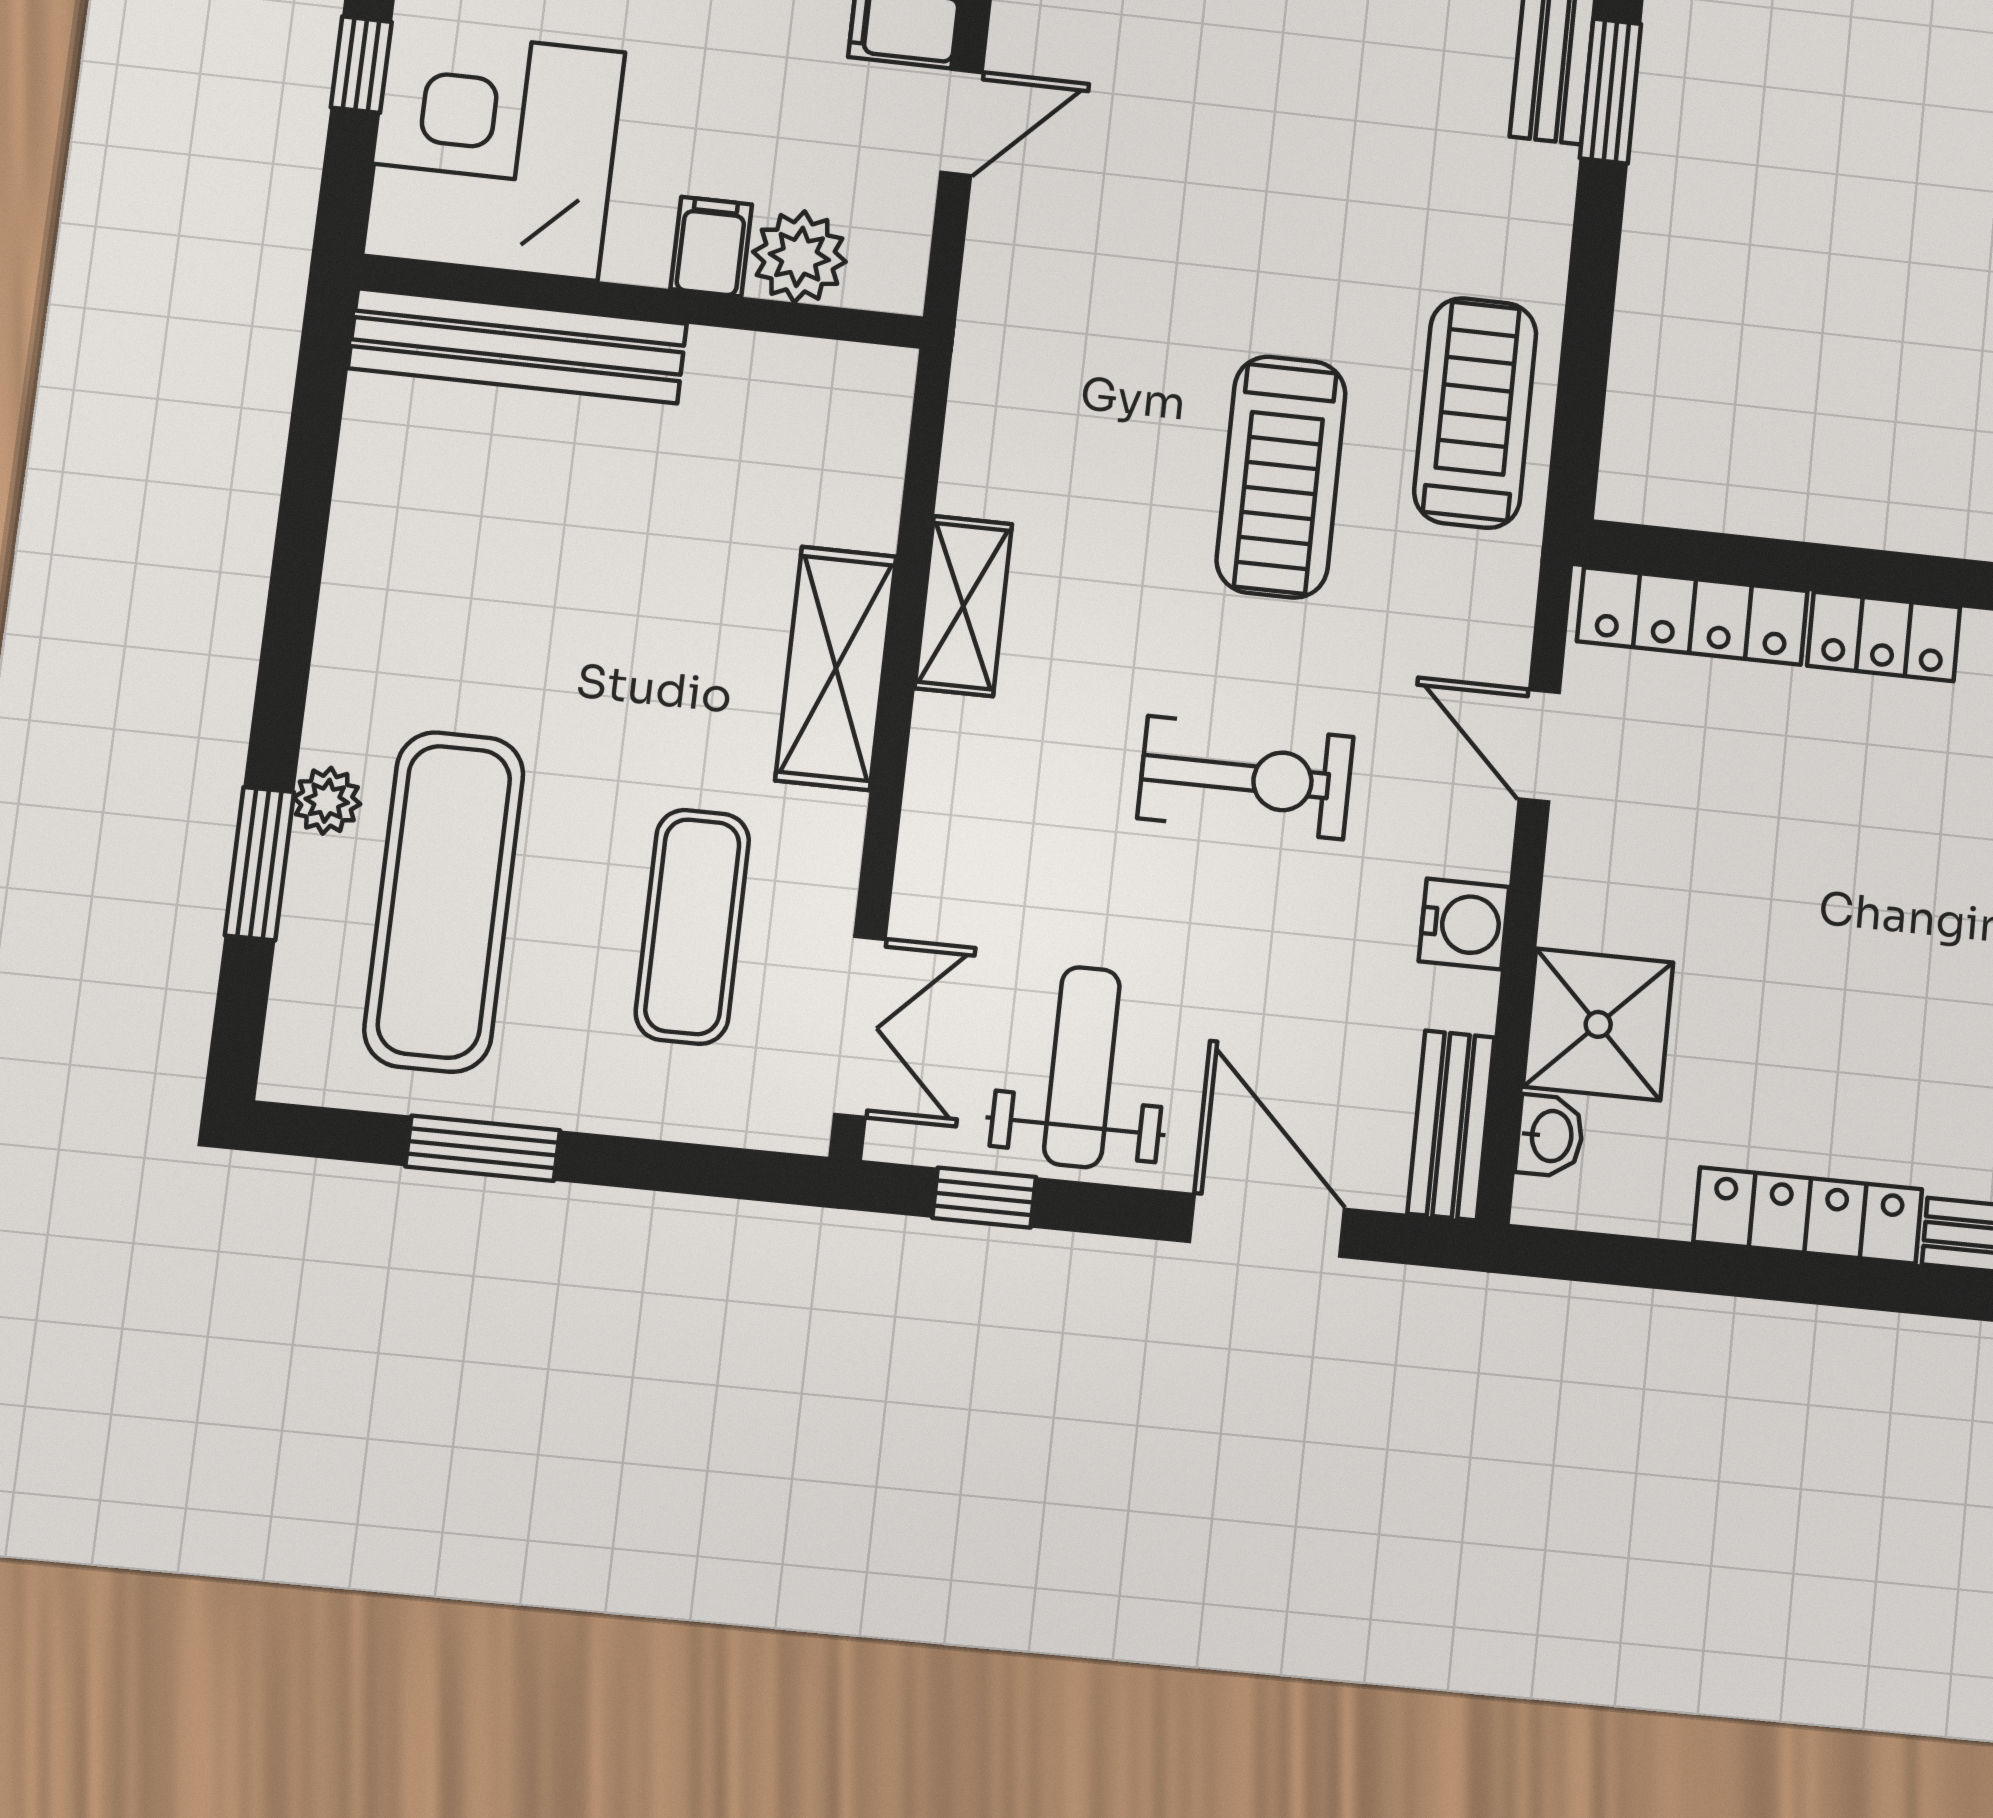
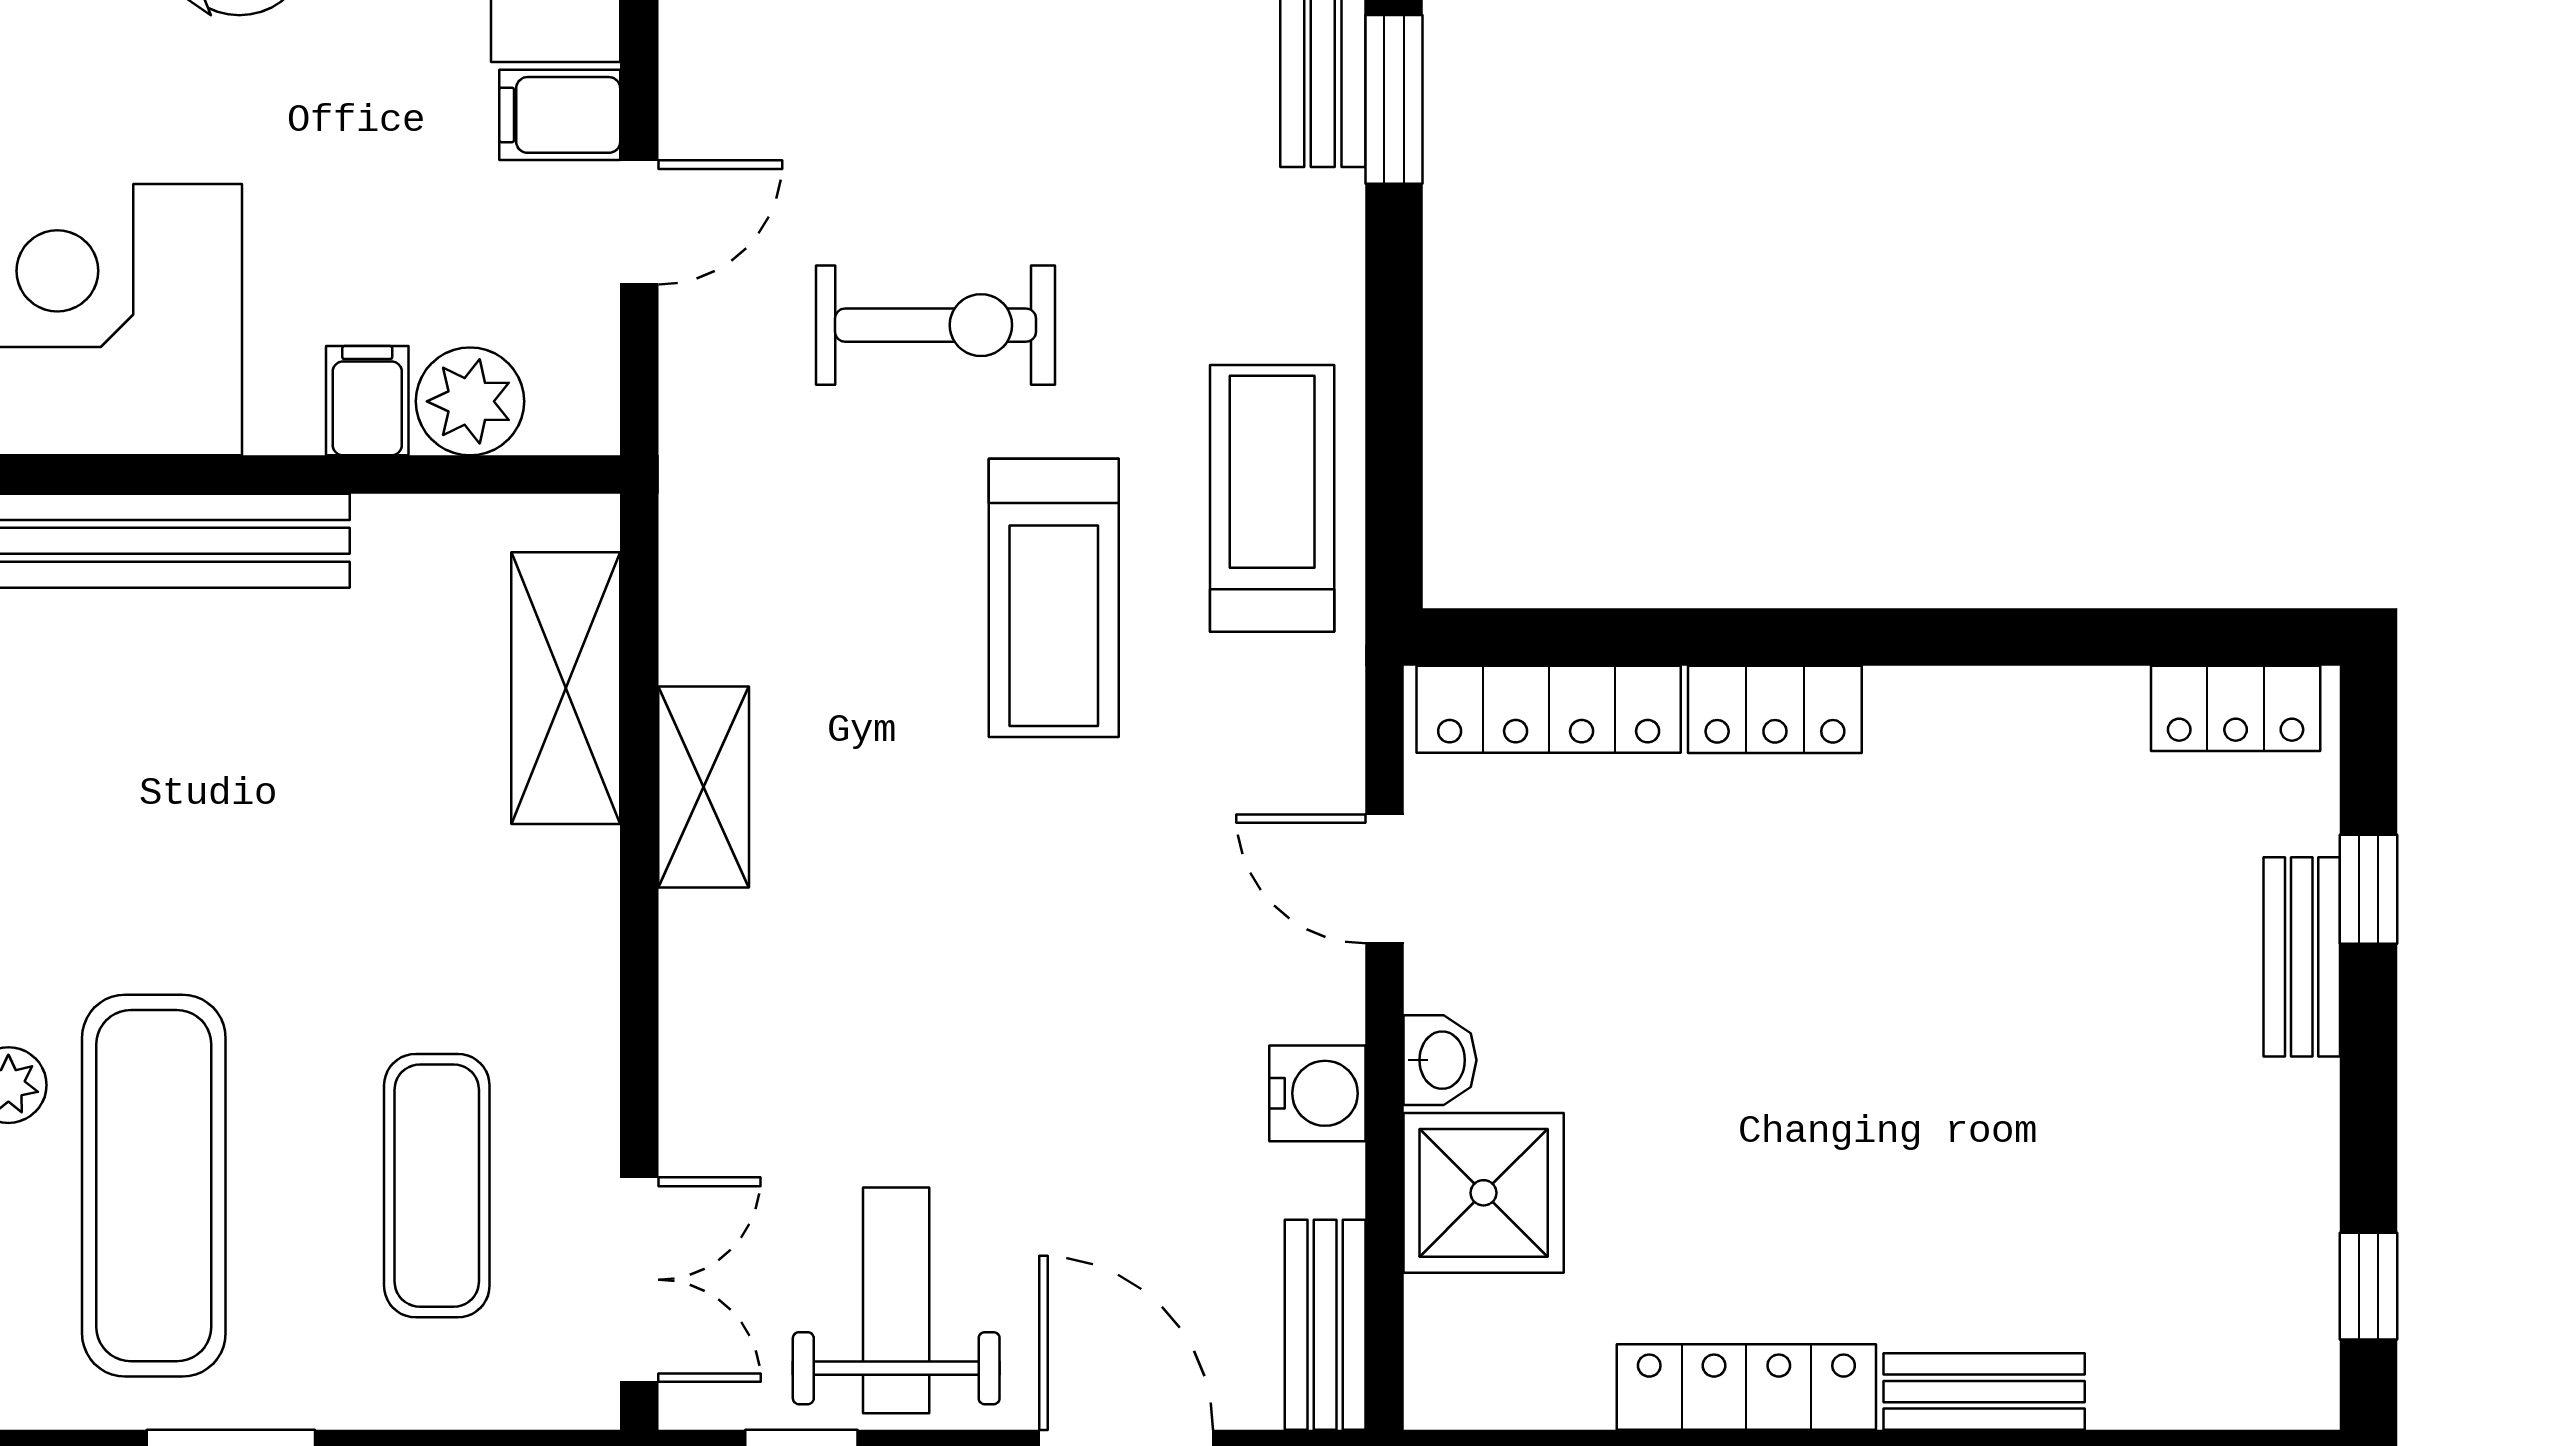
shelving: (836, 668) -> (566, 688), moved
exercise bike: (1246, 778) -> (936, 325), moved
washbasin: (1550, 1136) -> (1440, 1060), moved

